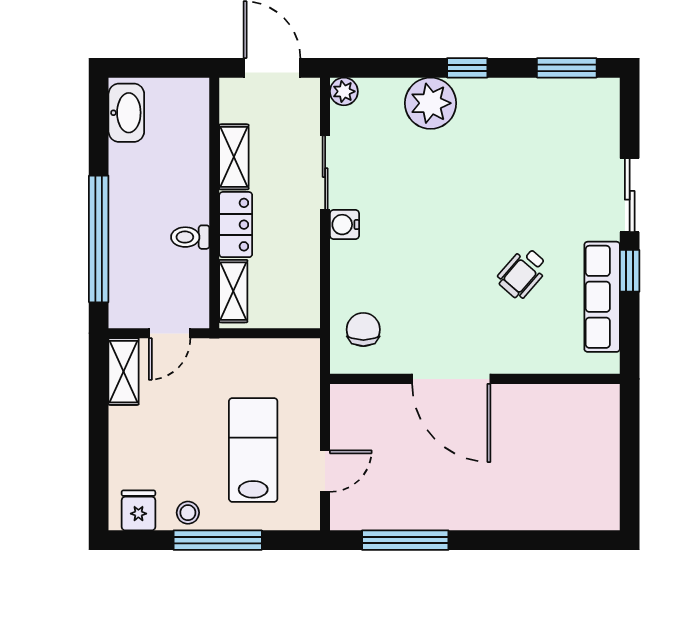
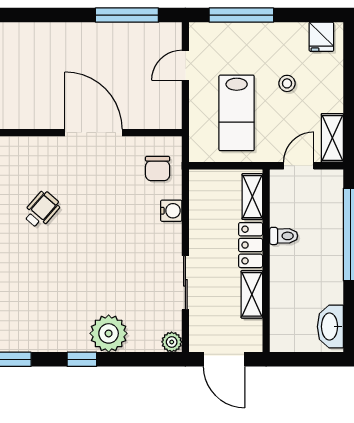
water cooler: (345, 225) -> (171, 211), moved
lab bench: (253, 450) -> (237, 113), moved
stool: (188, 513) -> (287, 83), moved
window: (218, 540) -> (241, 15), moved

